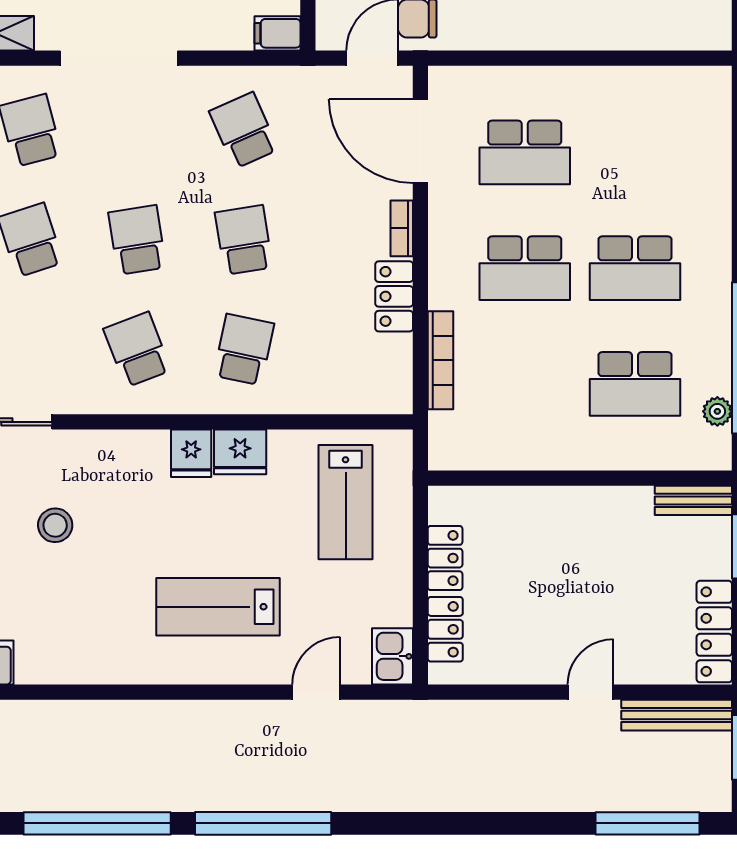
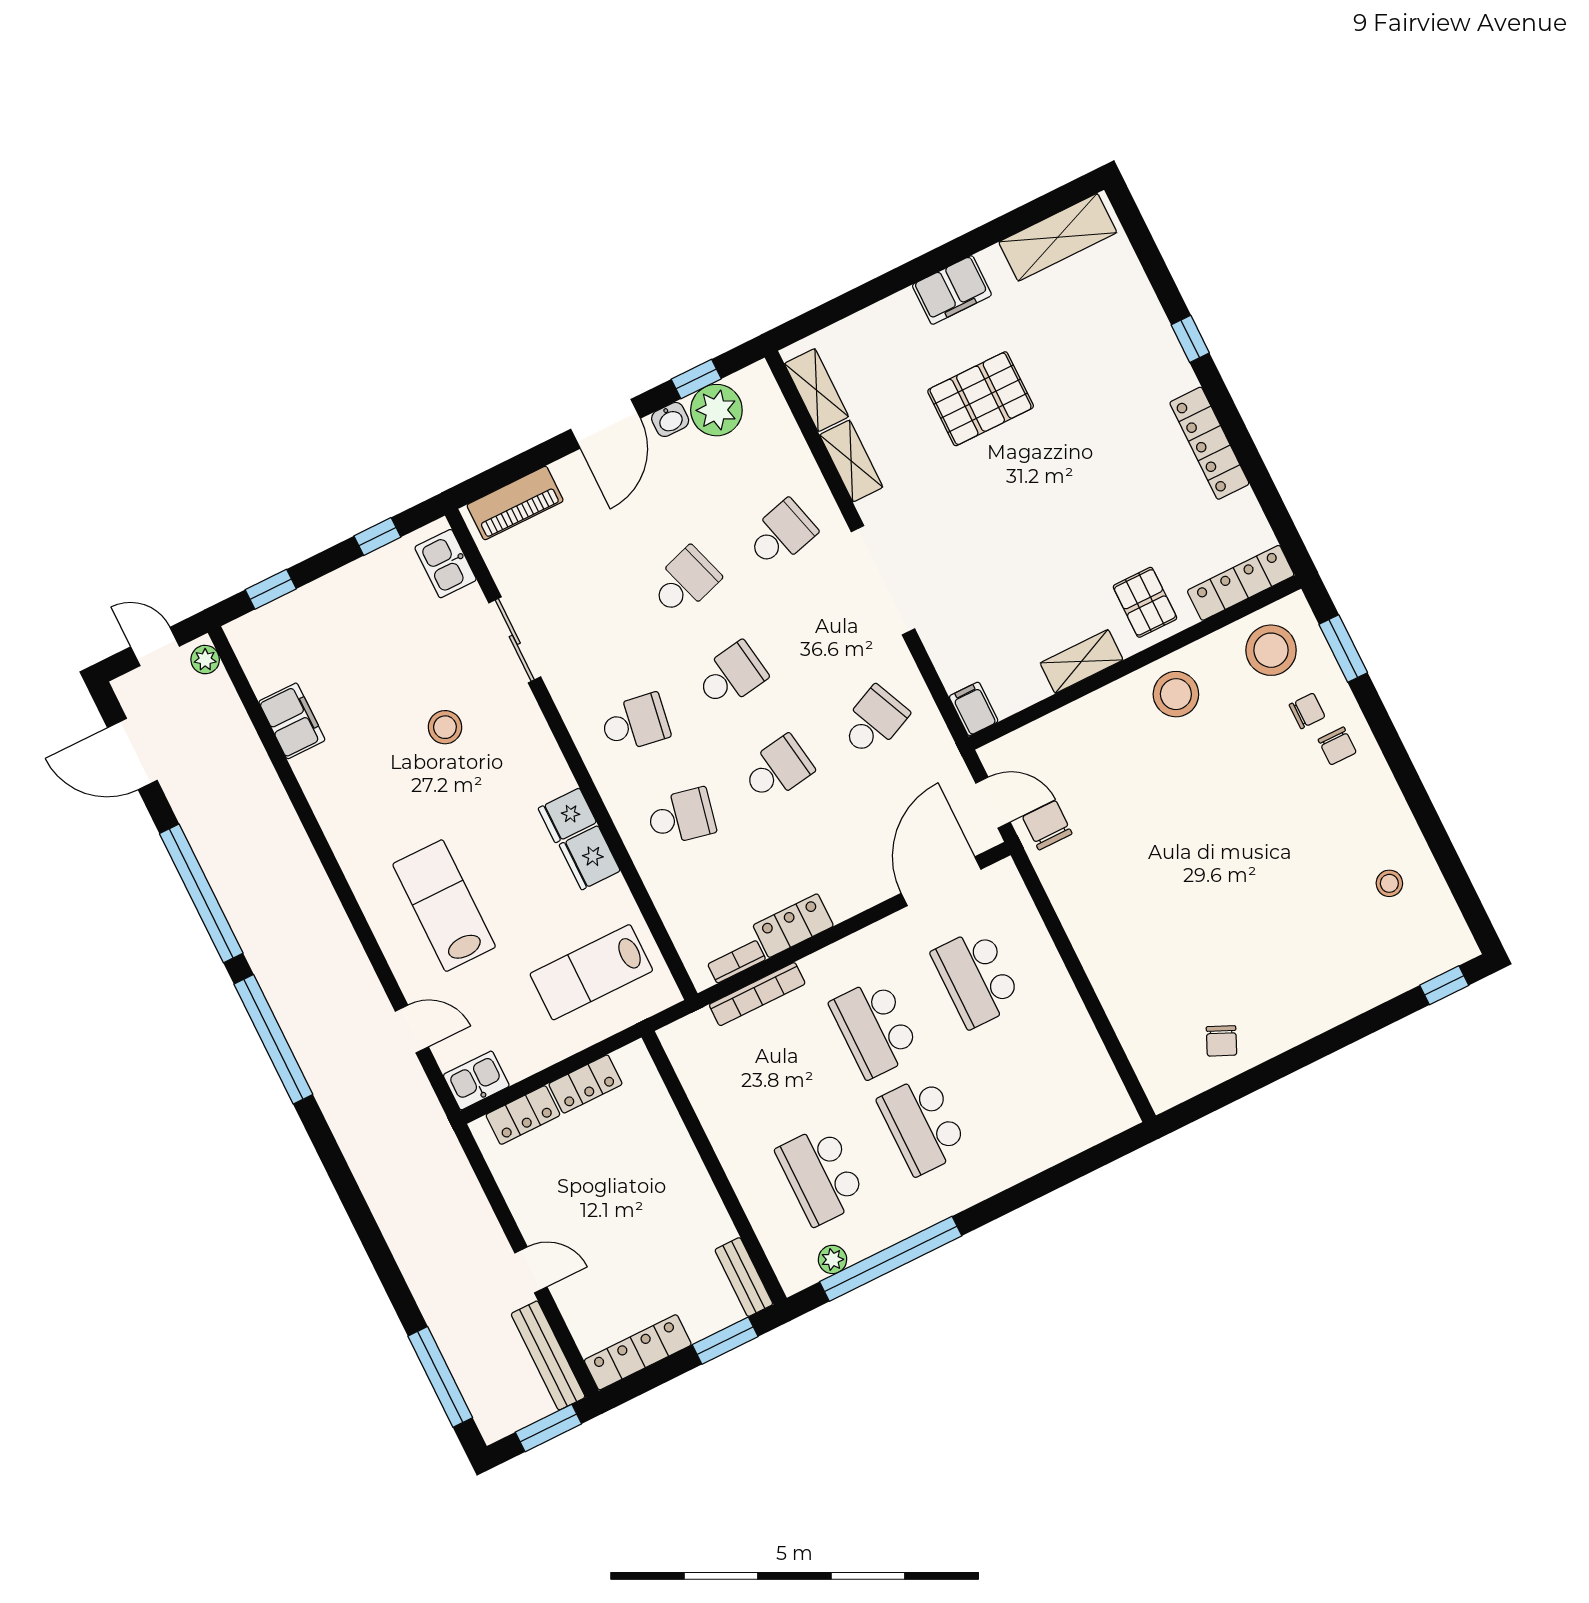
bookcase: (402, 228) -> (737, 962), moved
school desk: (137, 350) -> (635, 723), turned 30

